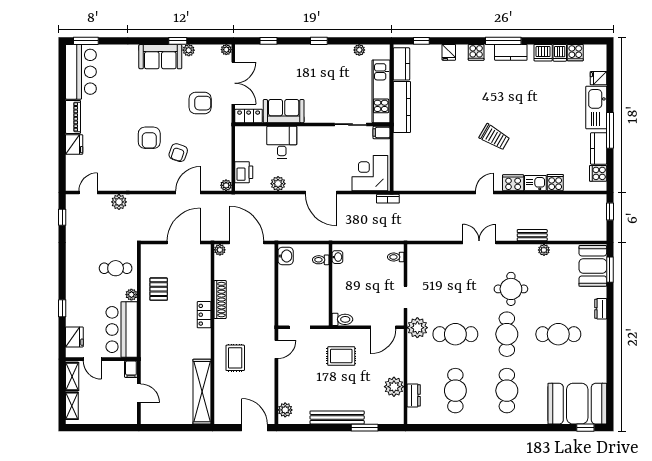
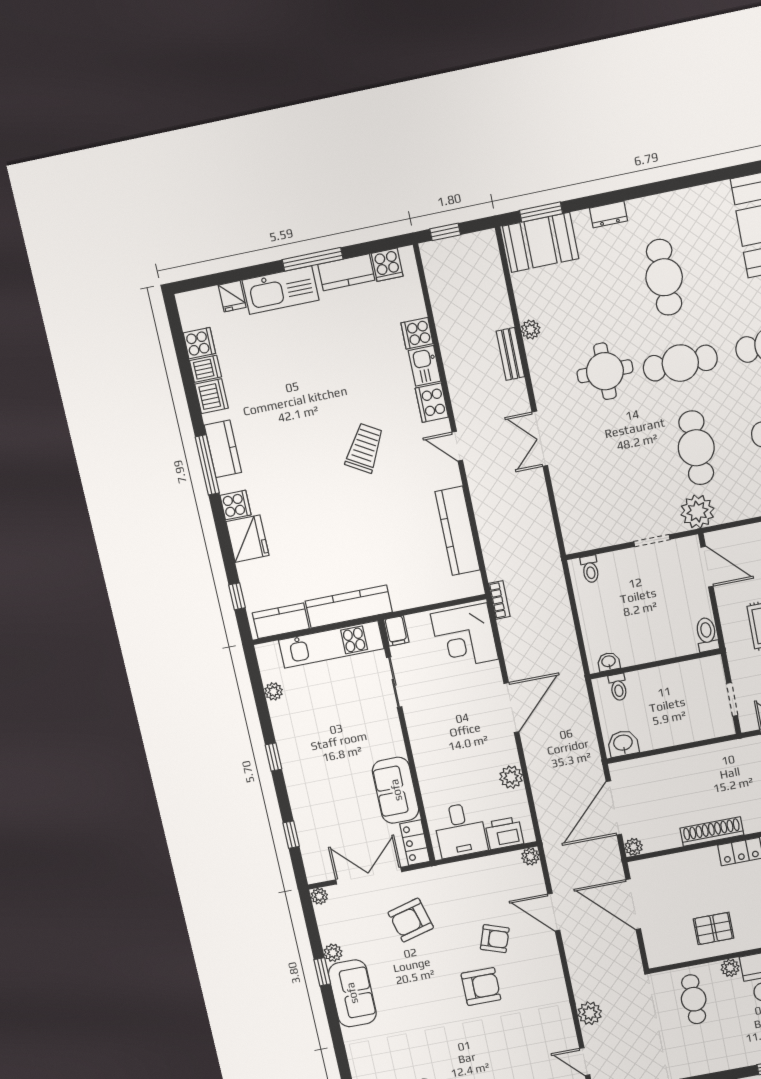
fridge: (449, 52) -> (247, 539), width x1.88, depth x1.34
armchair: (200, 103) -> (411, 920), turned -105
desk: (282, 142) -> (460, 830), moved, turned -90
kitchen counter: (434, 182) -> (458, 531), added

